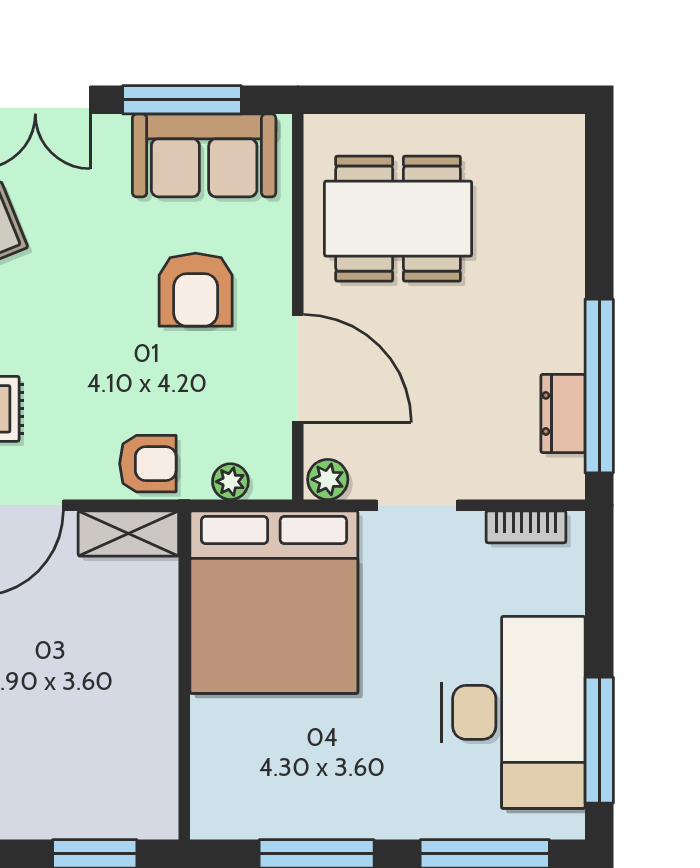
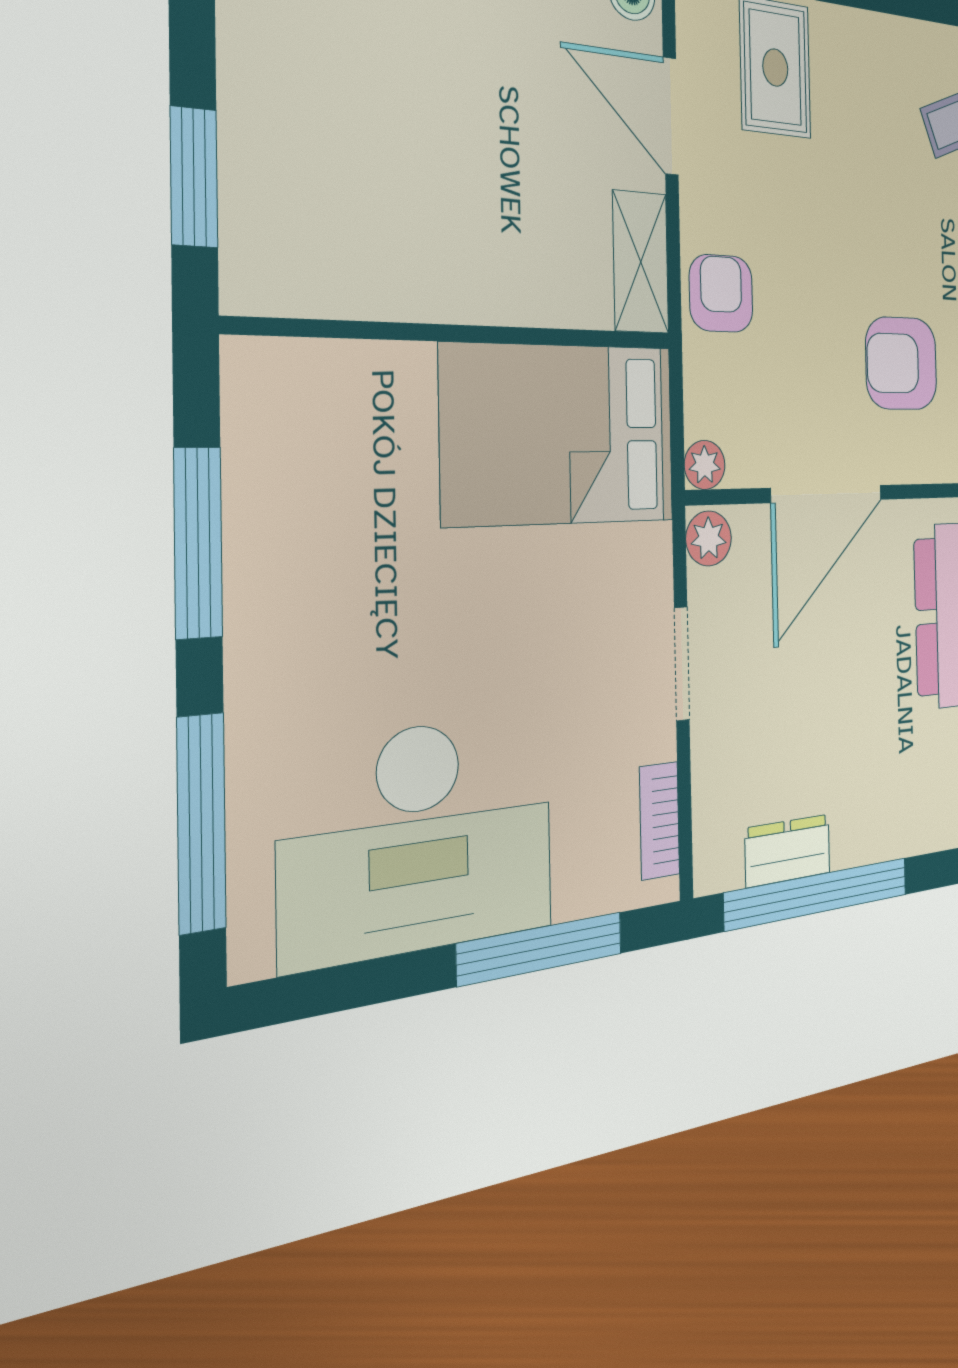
armchair: (148, 464) -> (721, 293), turned 180
plant: (230, 482) -> (705, 465), moved
bed: (274, 602) -> (560, 434), width x0.73
window: (599, 740) -> (541, 949), moved

